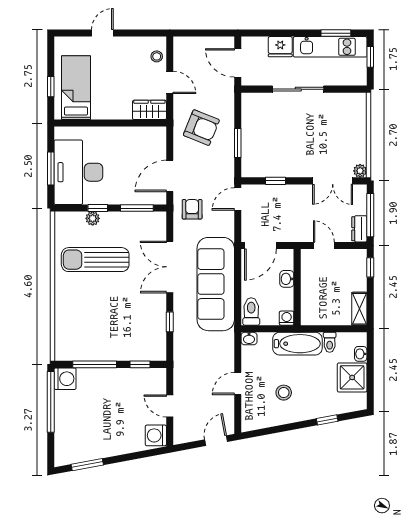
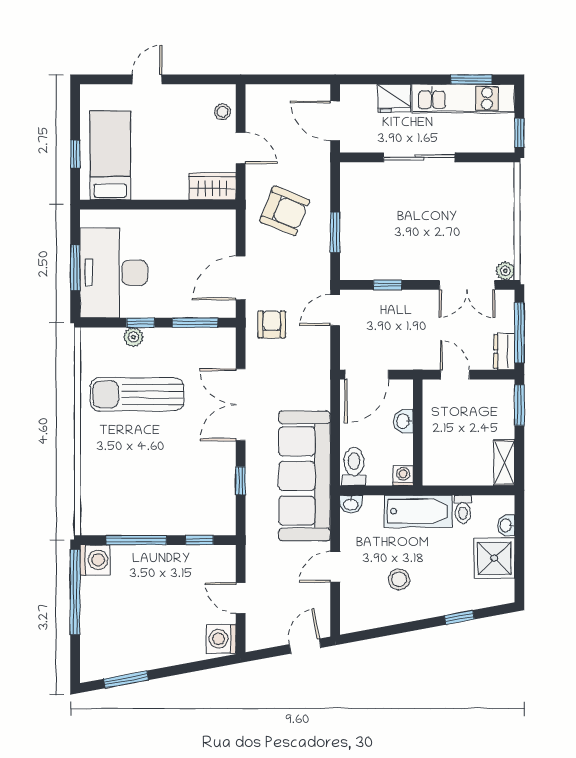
window: (370, 57) -> (519, 133), moved
window: (370, 267) -> (519, 405), width x1.50
sofa: (216, 284) -> (305, 476), moved

